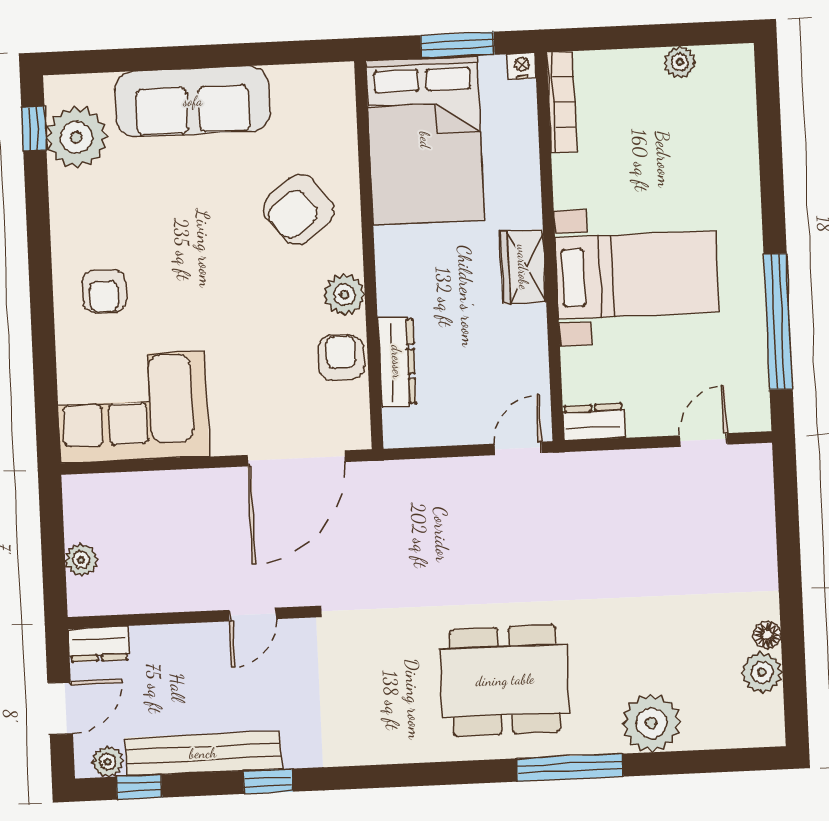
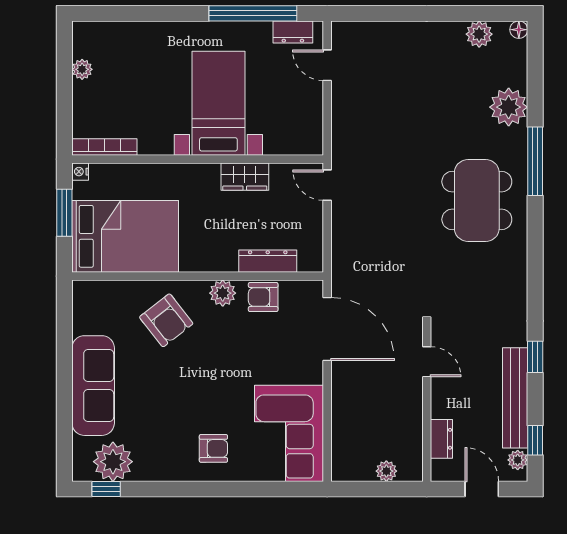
wardrobe: (523, 267) -> (245, 177), moved
dresser: (594, 422) -> (293, 32), moved, turned -90
floor lamp: (767, 635) -> (519, 30), moved
dresser: (99, 644) -> (441, 439), moved

